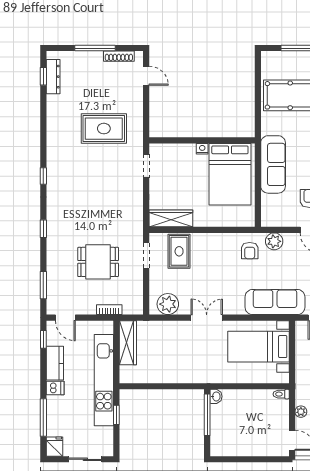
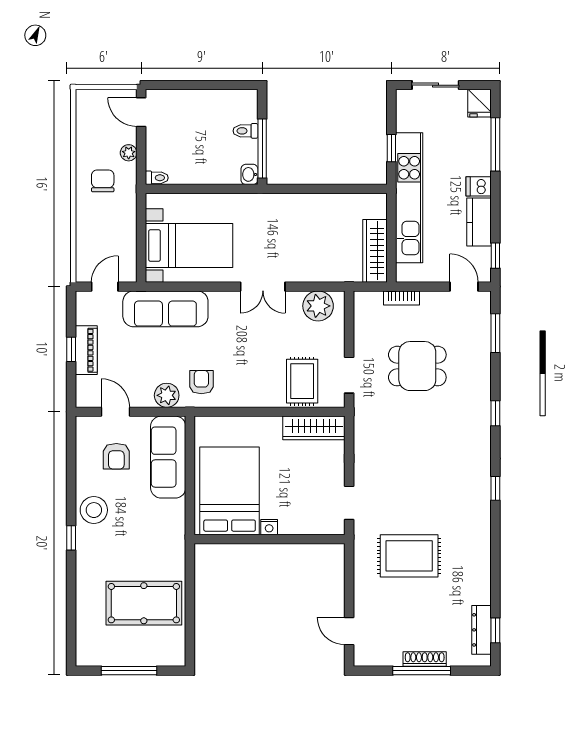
shoe rack: (119, 56) -> (425, 659), moved
sofa: (273, 164) -> (168, 457), moved
toilet: (219, 427) -> (246, 131), added

